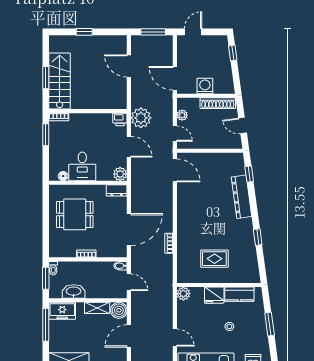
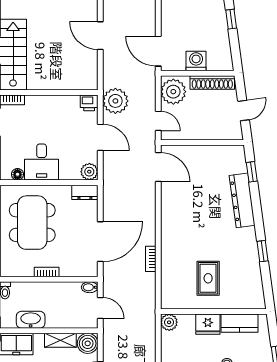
plant: (182, 115) -> (173, 92), width x1.88, depth x1.88
door: (243, 125) -> (243, 111), swing flipped
dining table: (75, 214) -> (32, 223), width x1.38
rug: (214, 259) -> (208, 278), turned 90

